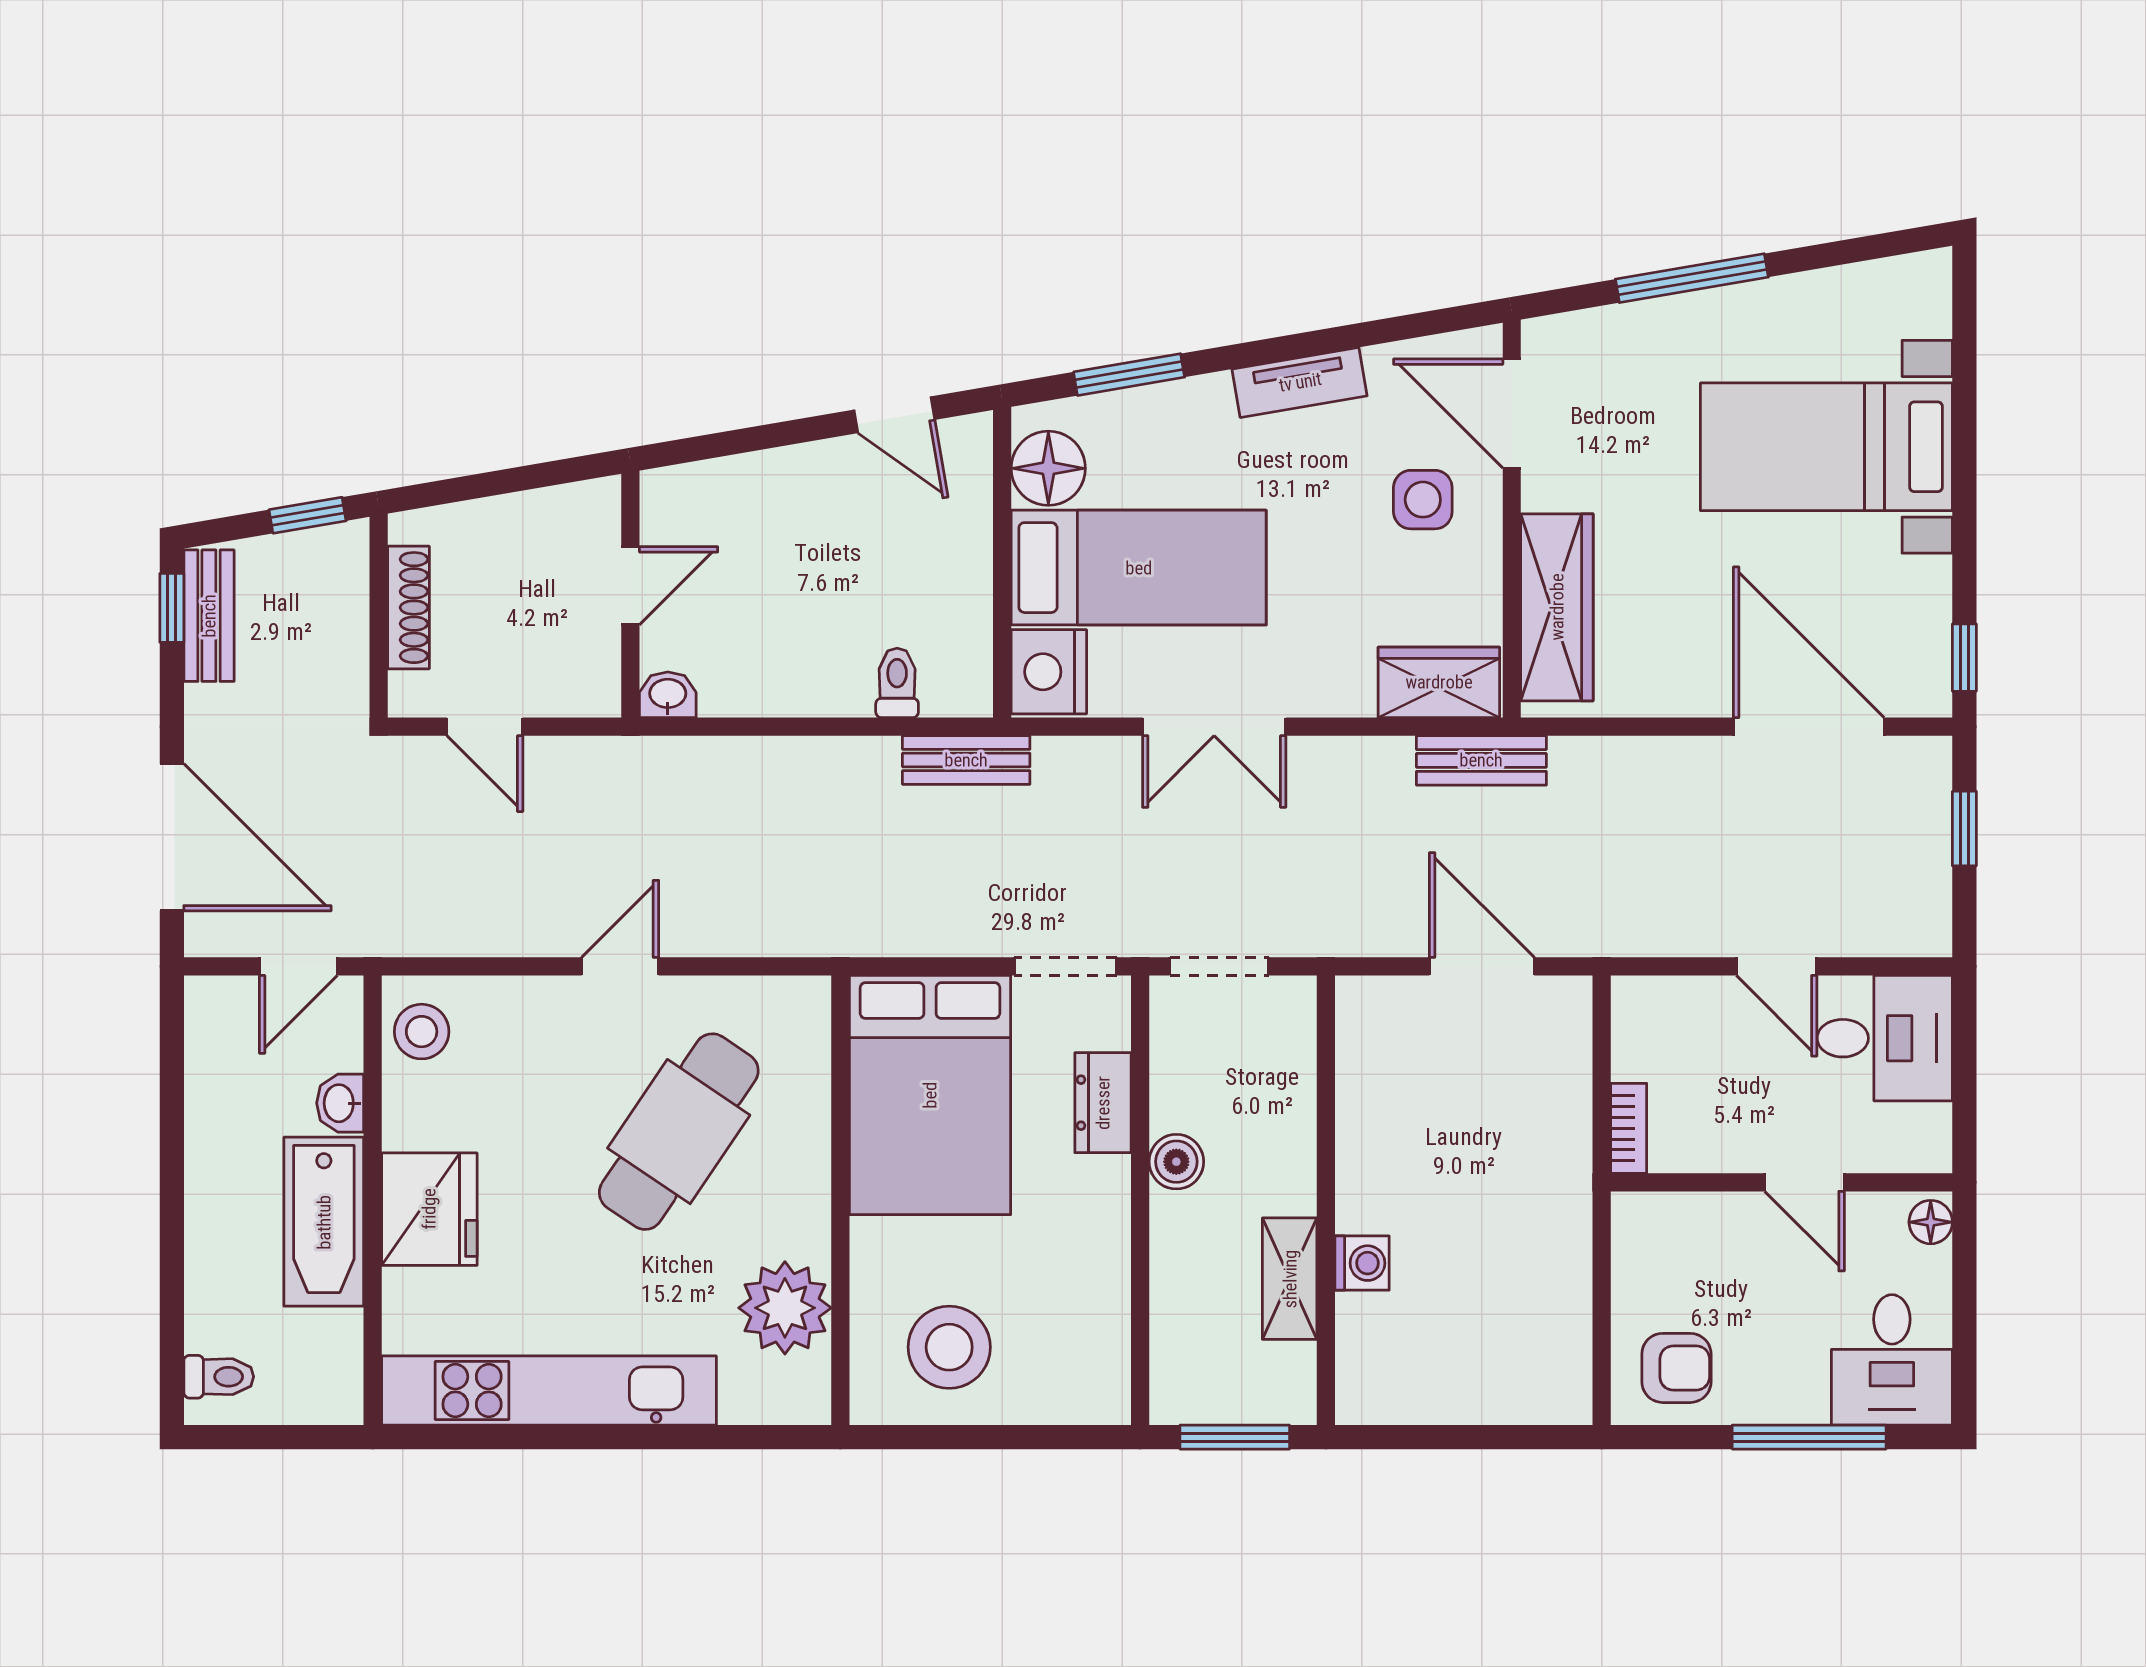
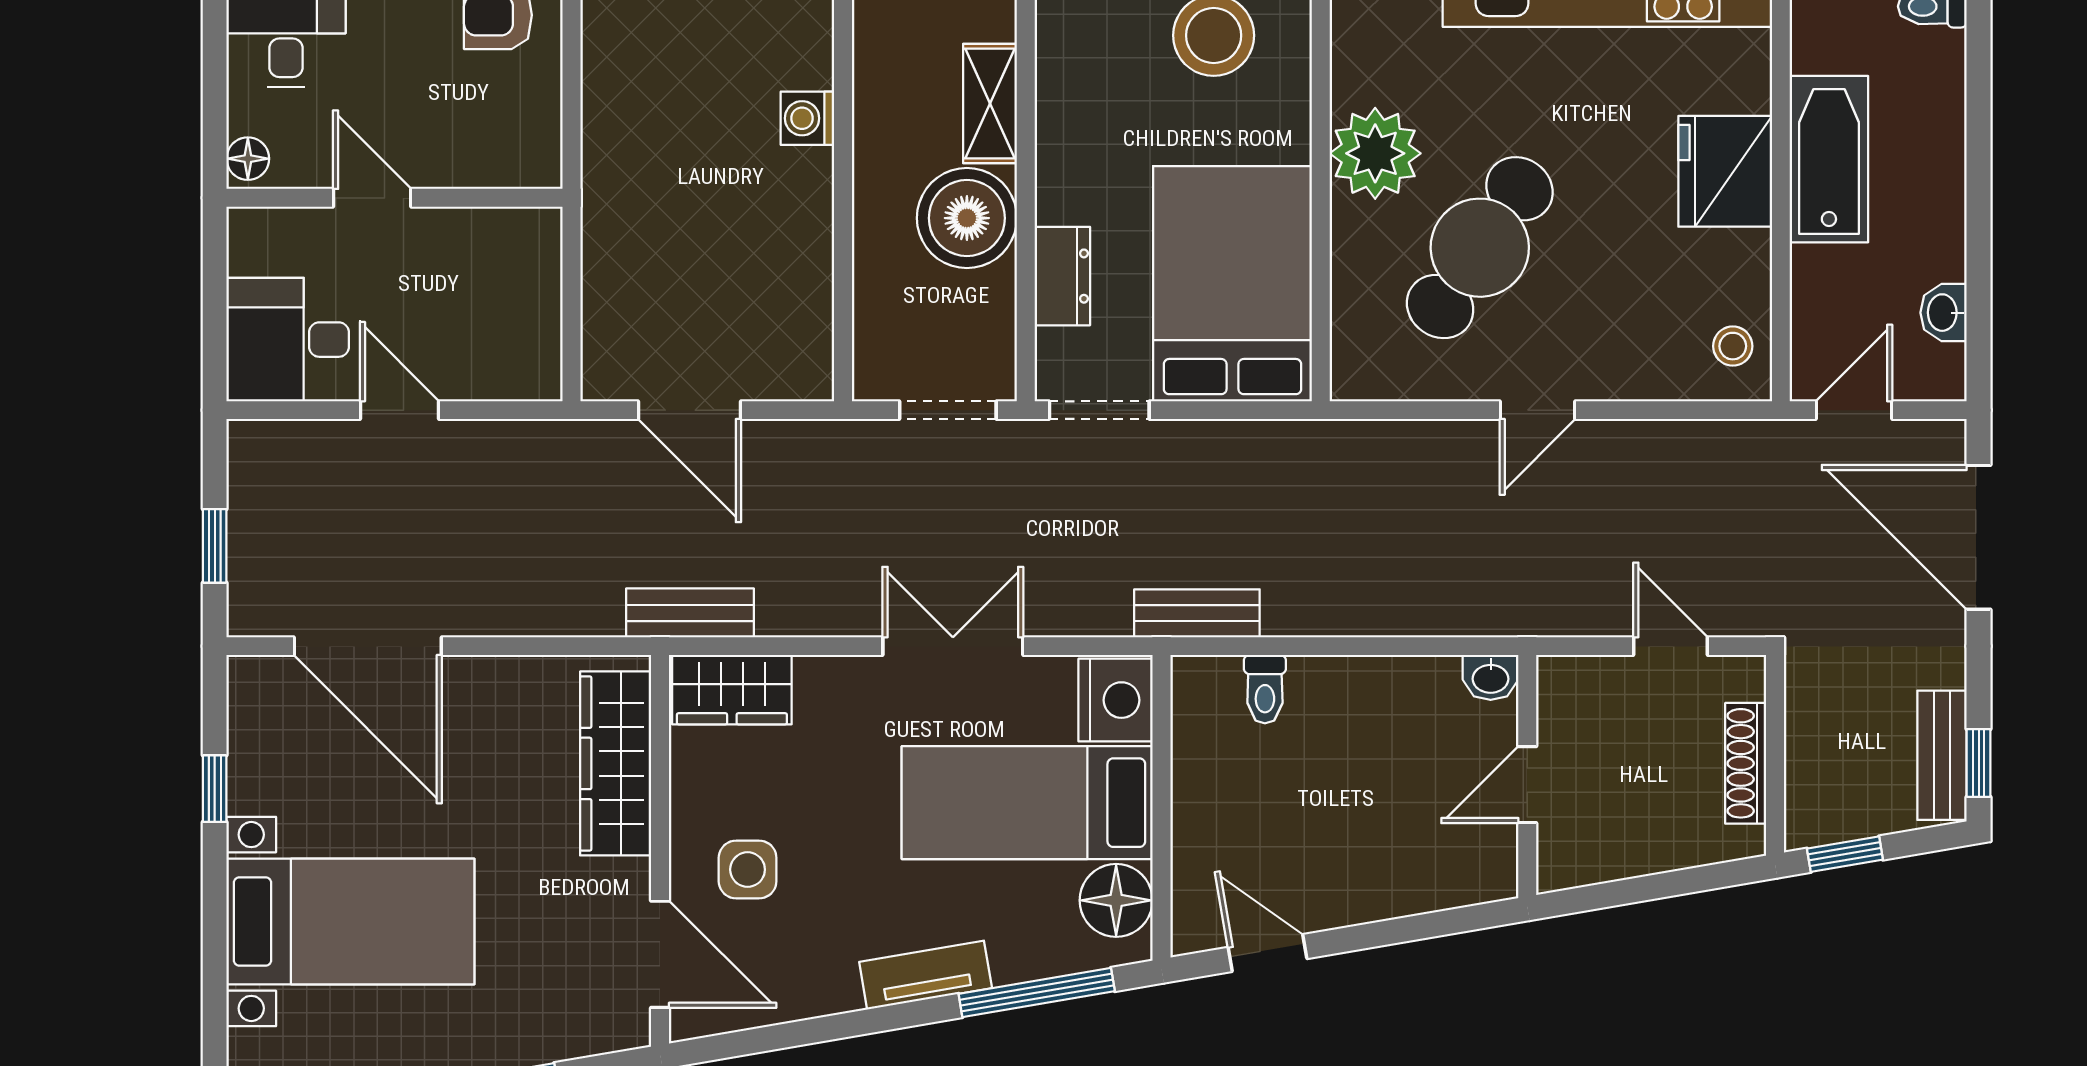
window: (1129, 375) -> (1037, 993), width x1.44
tv unit: (1300, 382) -> (926, 975), moved
window: (1964, 658) -> (215, 789), moved
stool: (422, 1032) -> (1733, 346), width x0.73, depth x0.73
washbasin: (340, 1103) -> (1944, 313), moved, turned 180
bookcase: (1629, 1128) -> (545, 251), removed
boiler: (1176, 1162) -> (967, 218), width x1.86, depth x1.86
shelving: (1290, 1279) -> (990, 104), moved
plant: (785, 1308) -> (1375, 153), moved

